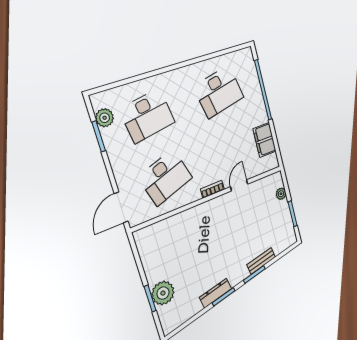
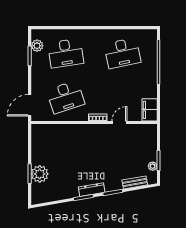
filing cabinet: (265, 140) -> (150, 110), moved
plant: (281, 194) -> (153, 166), moved
bench: (261, 261) -> (135, 182), moved
dresser: (216, 293) -> (92, 190), moved

